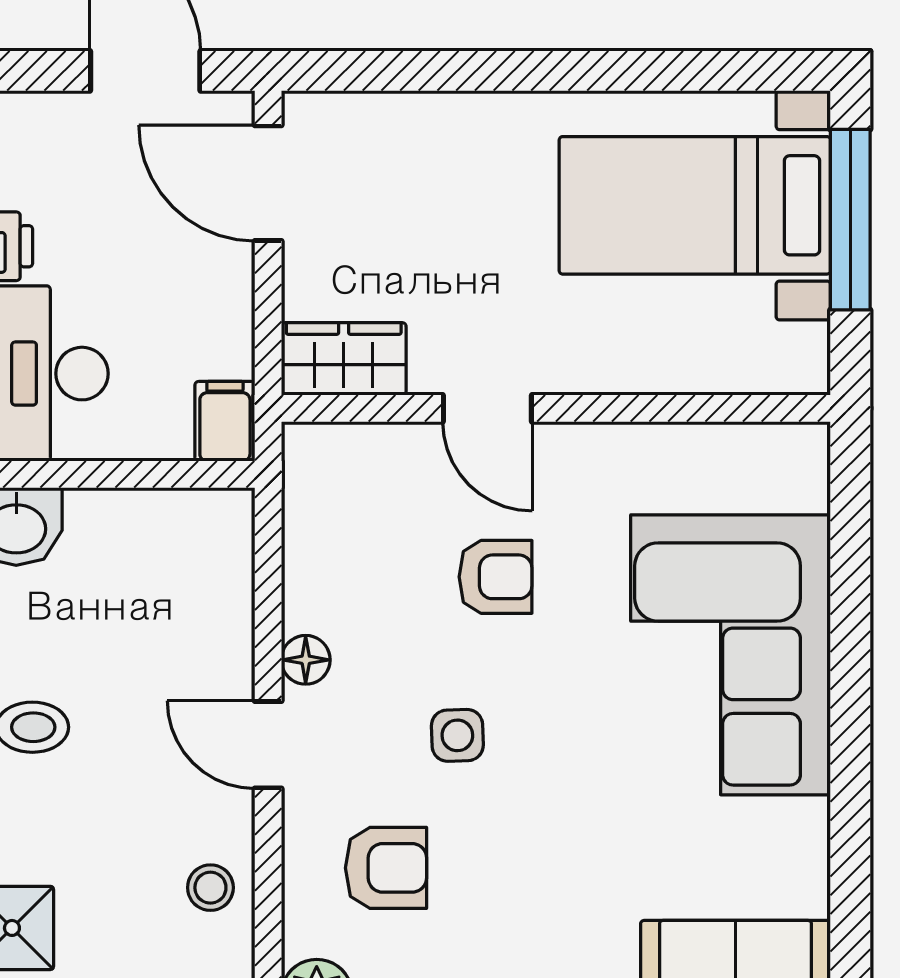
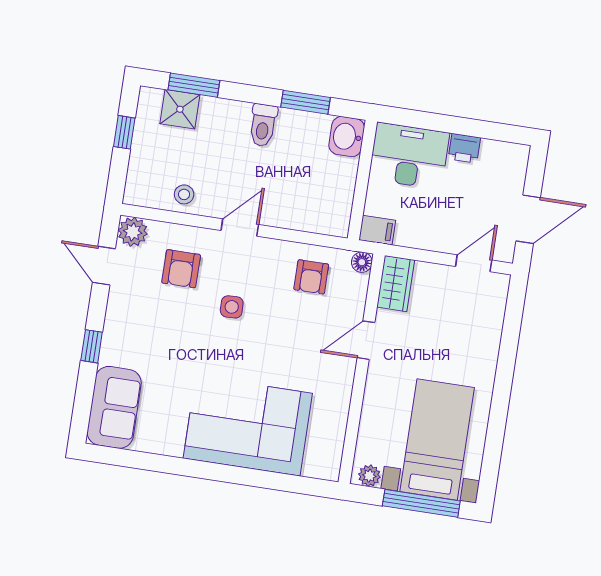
door: (268, 183) -> (474, 263), width x0.73
plant: (804, 352) -> (369, 476), added
armchair: (495, 577) -> (311, 277), moved
floor lamp: (306, 660) -> (362, 262), moved

